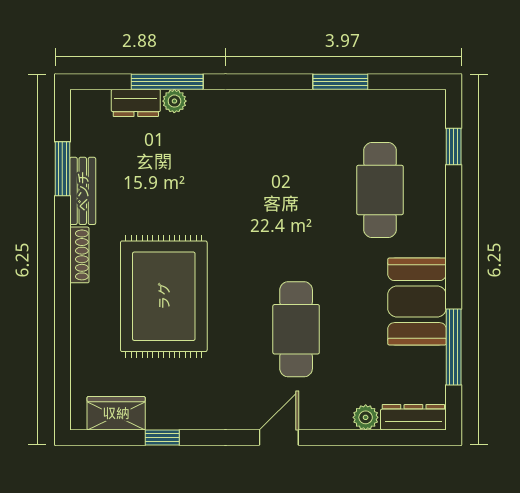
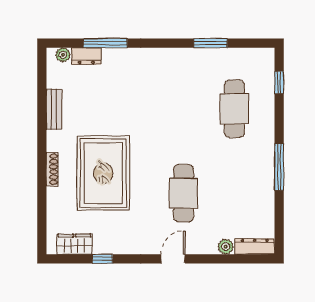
plant: (174, 101) -> (63, 55), moved
window: (62, 169) -> (42, 96), removed
shoe rack: (79, 255) -> (52, 169), moved
booth: (417, 302) -> (257, 176), removed
window: (454, 347) -> (279, 167), moved

